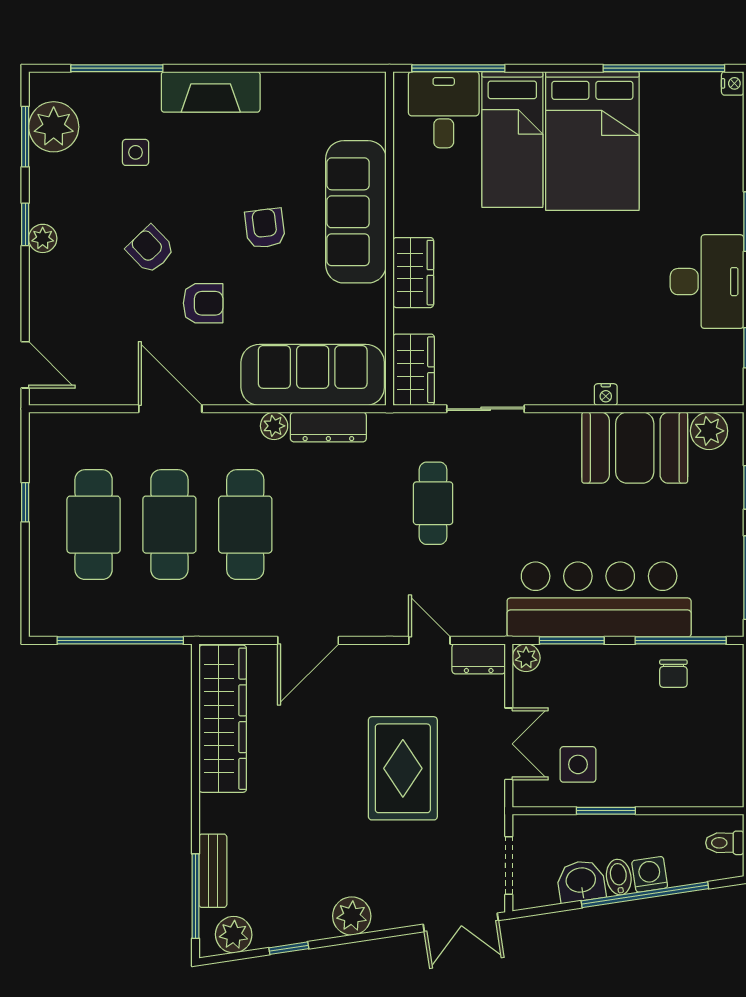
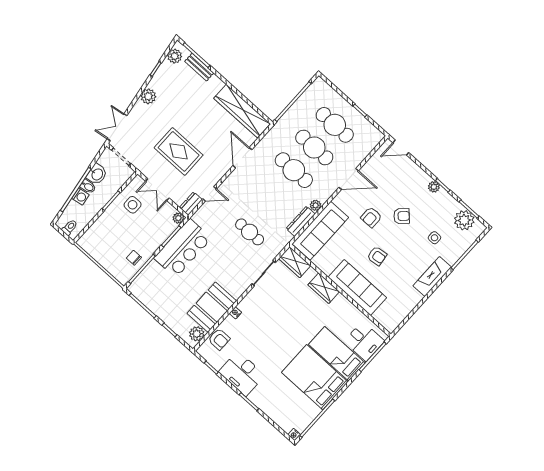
armchair: (682, 381) -> (219, 339), added
bar counter: (599, 599) -> (183, 248), width x0.73

